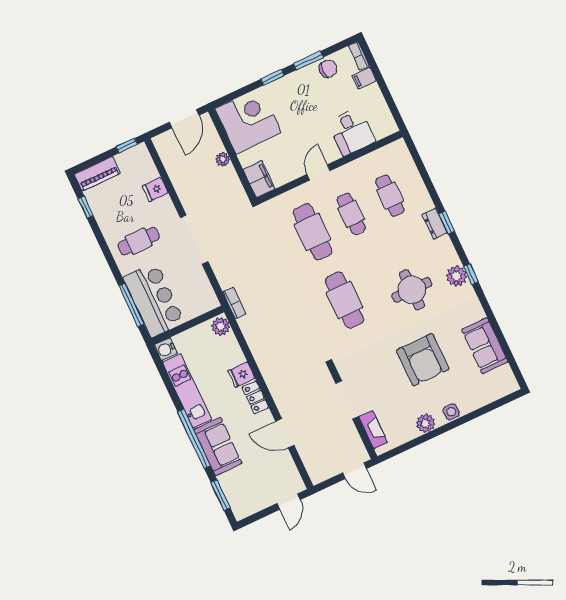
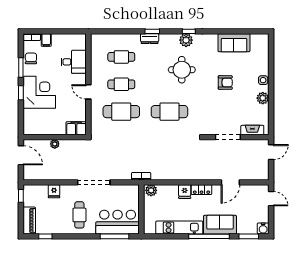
corner desk: (248, 121) -> (39, 92), moved, turned 90
water cooler: (166, 349) -> (263, 228), moved
armchair: (423, 360) -> (225, 83), width x0.53, depth x0.53

